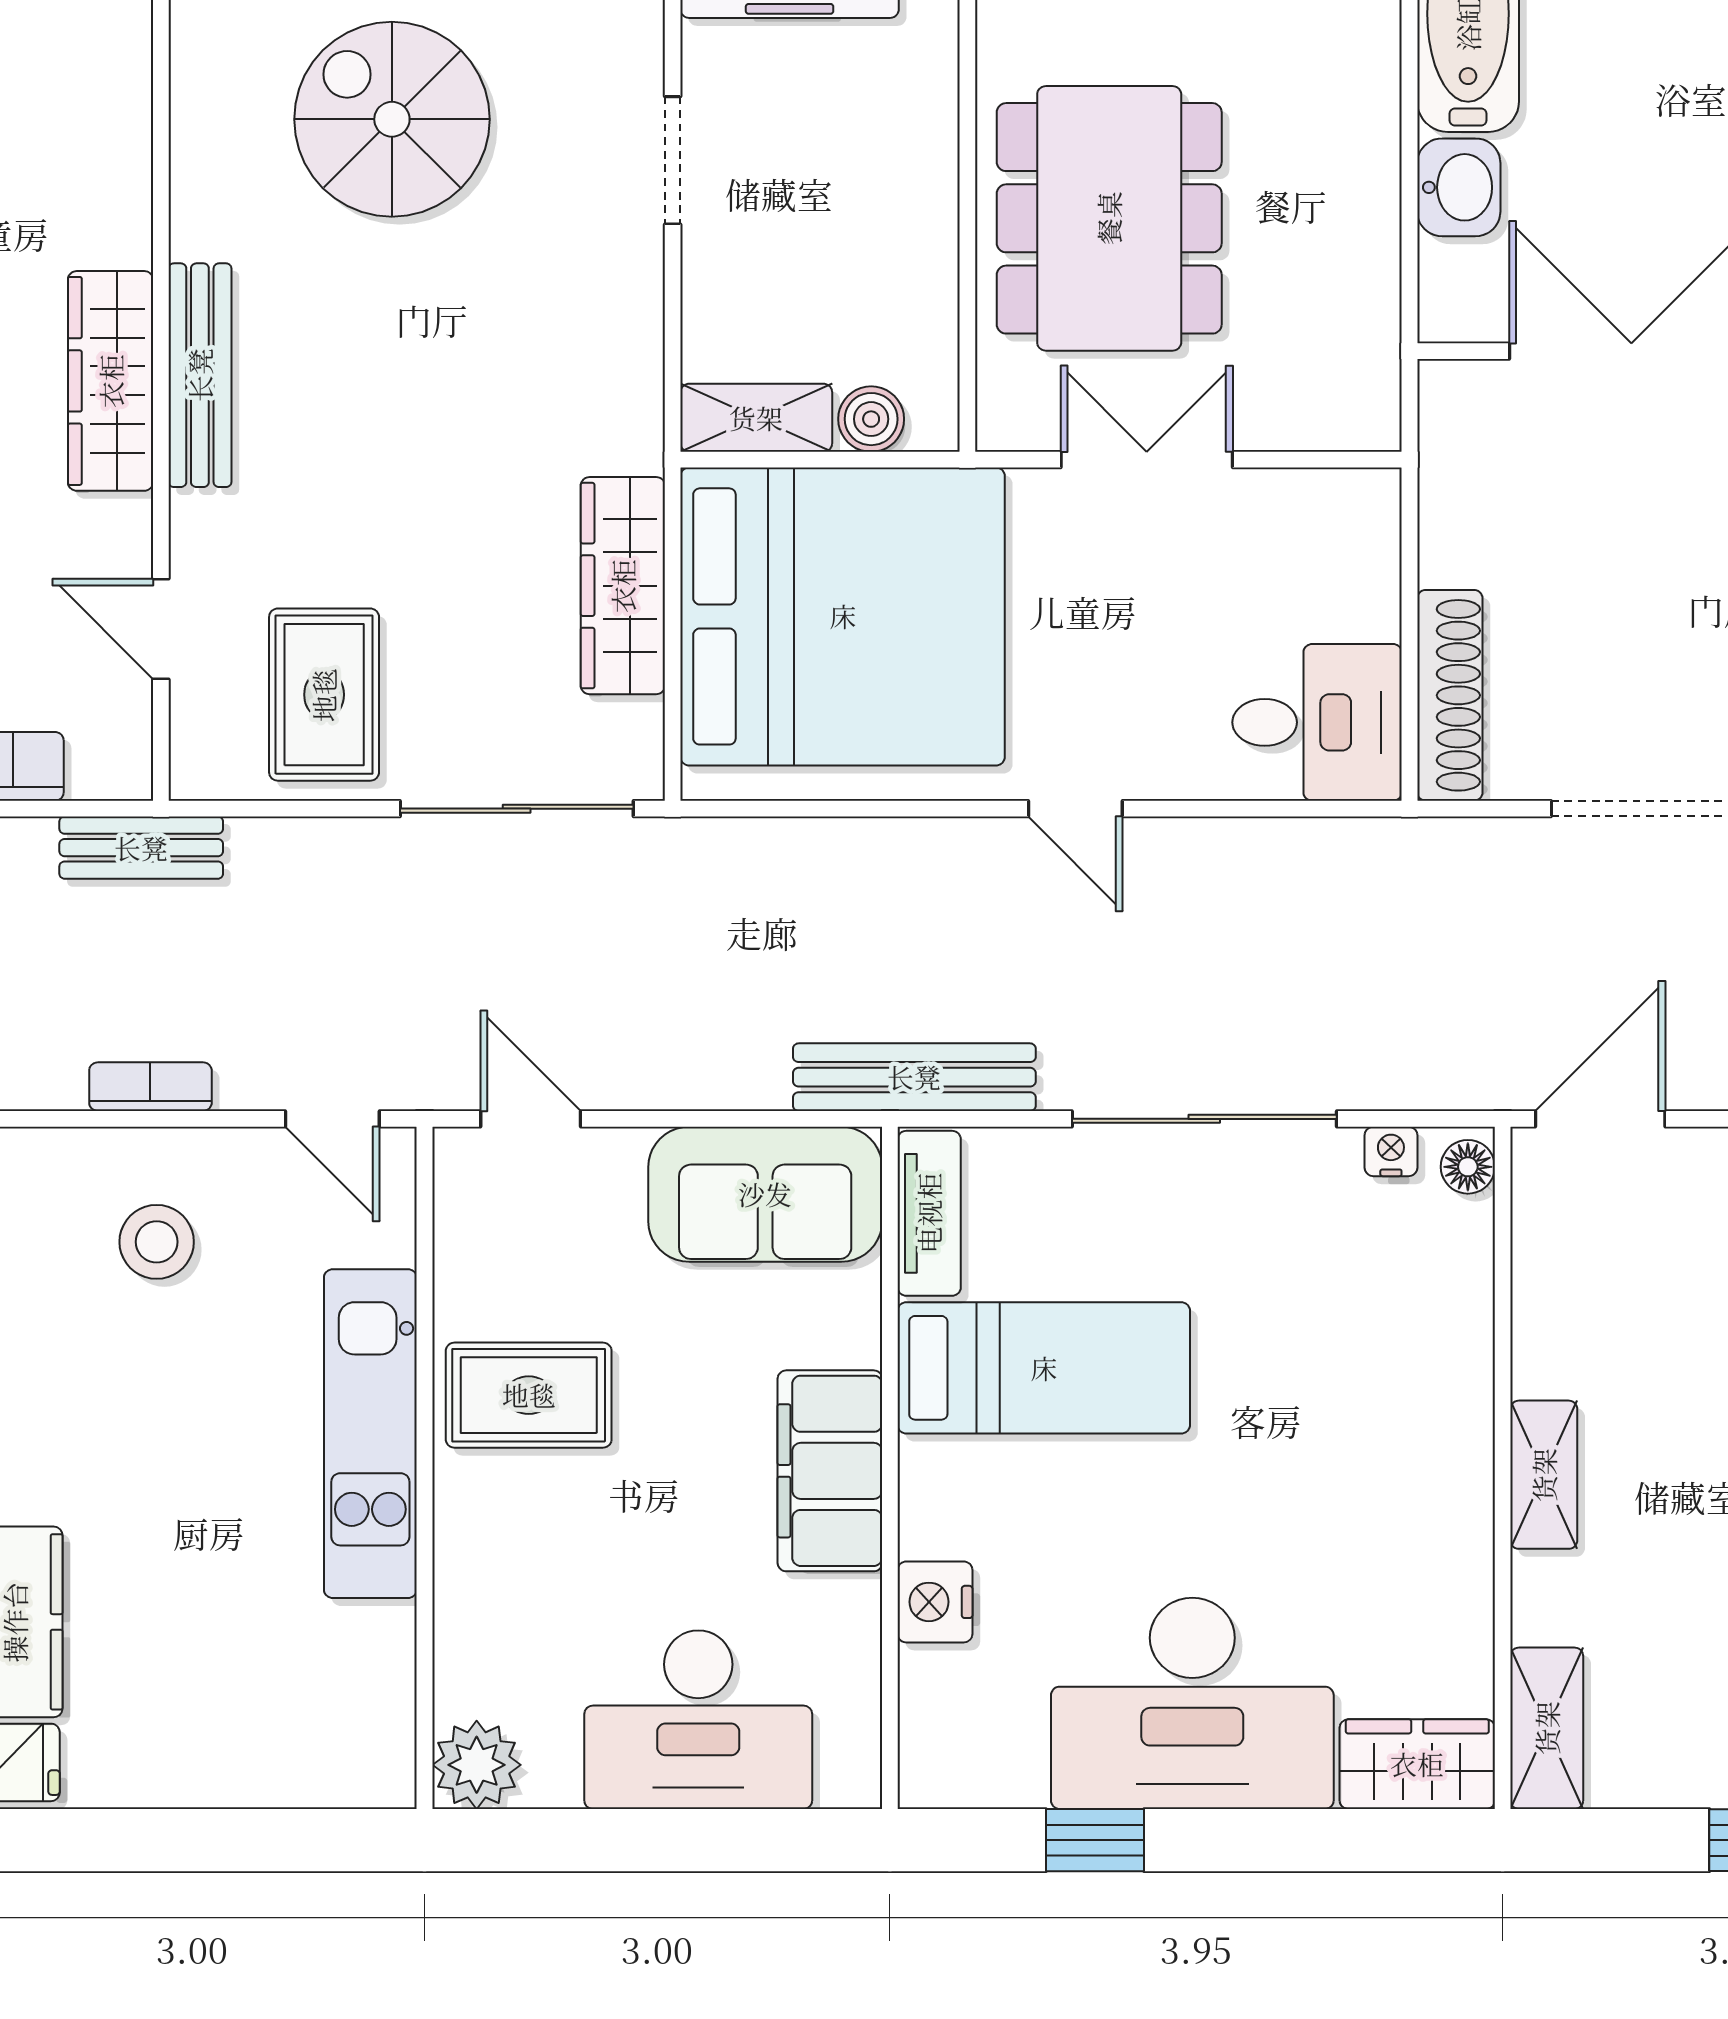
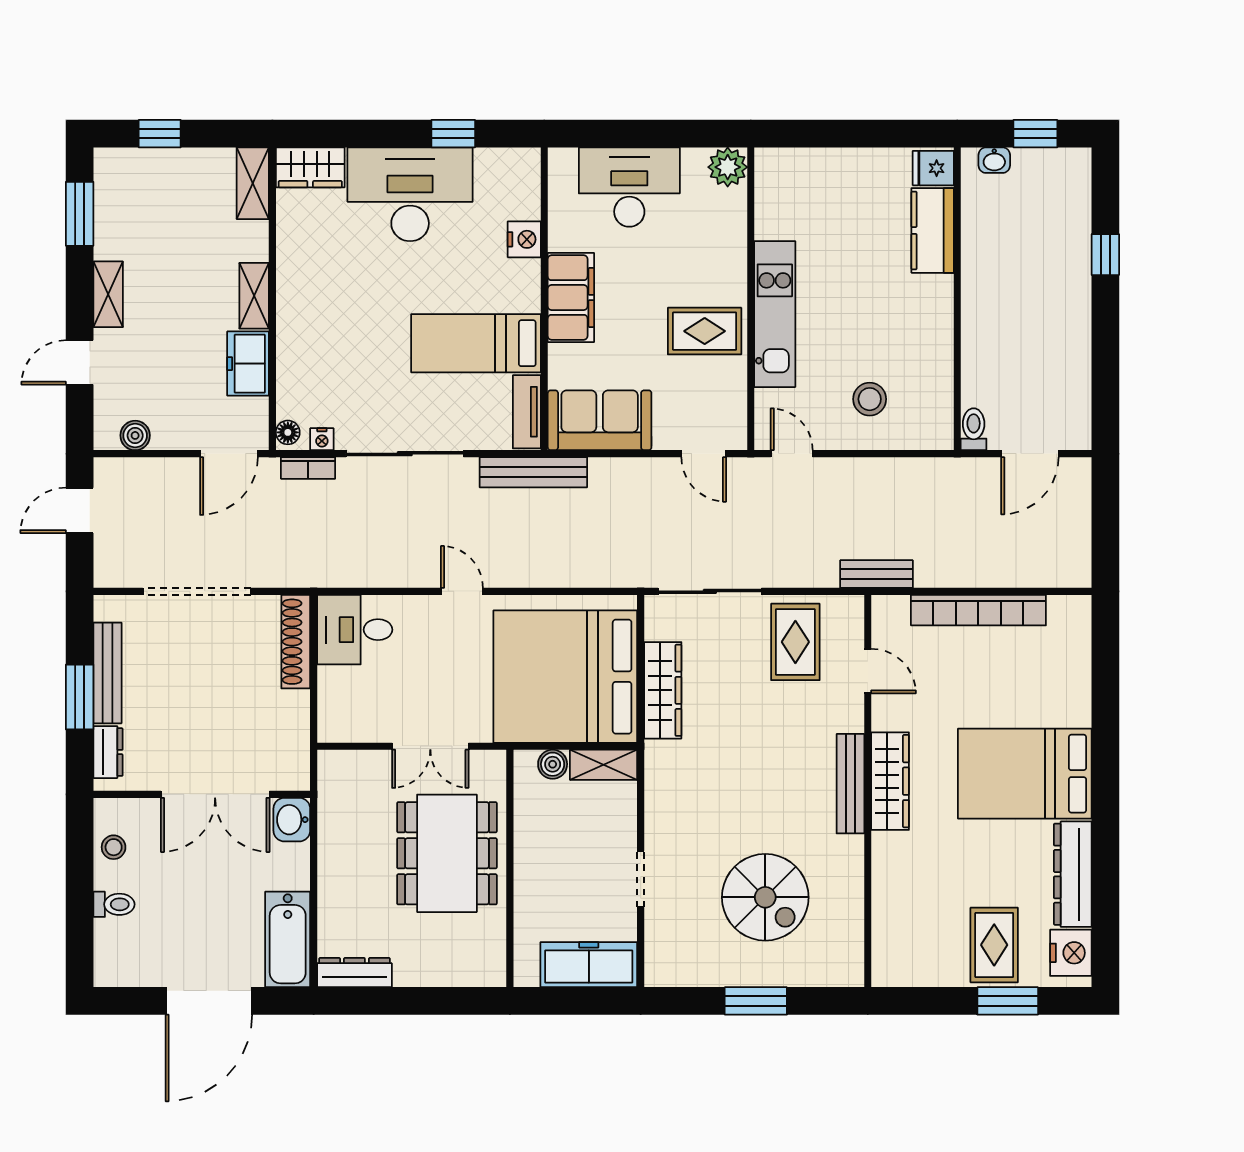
washbasin: (1459, 187) -> (292, 820), moved
bookcase: (150, 1087) -> (308, 468), moved
freezer: (1557, 1322) -> (248, 364), added

